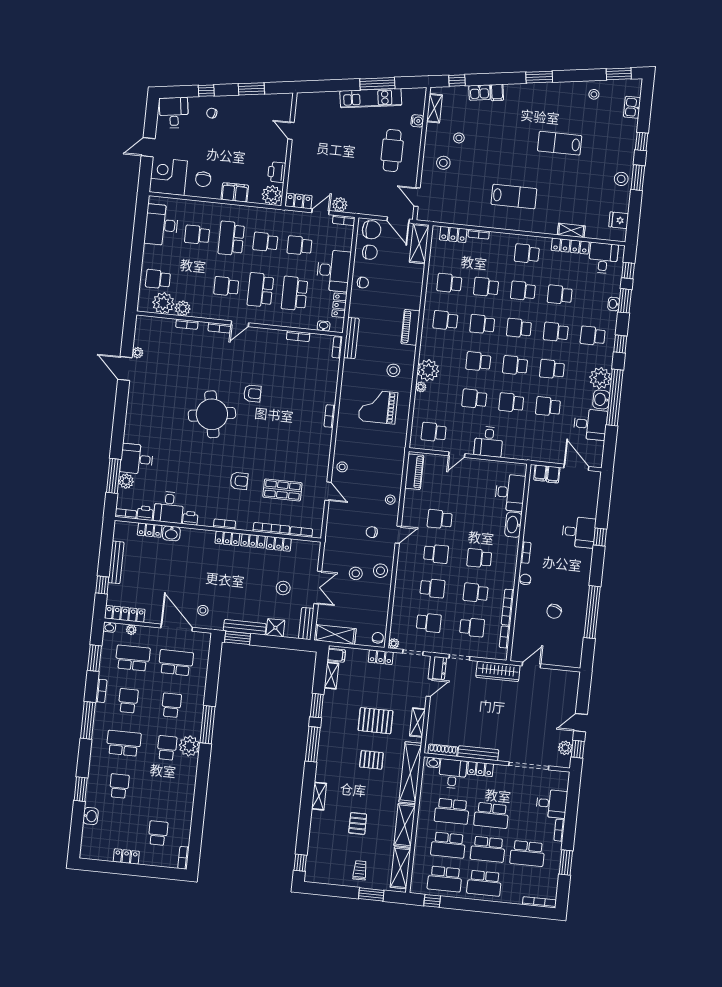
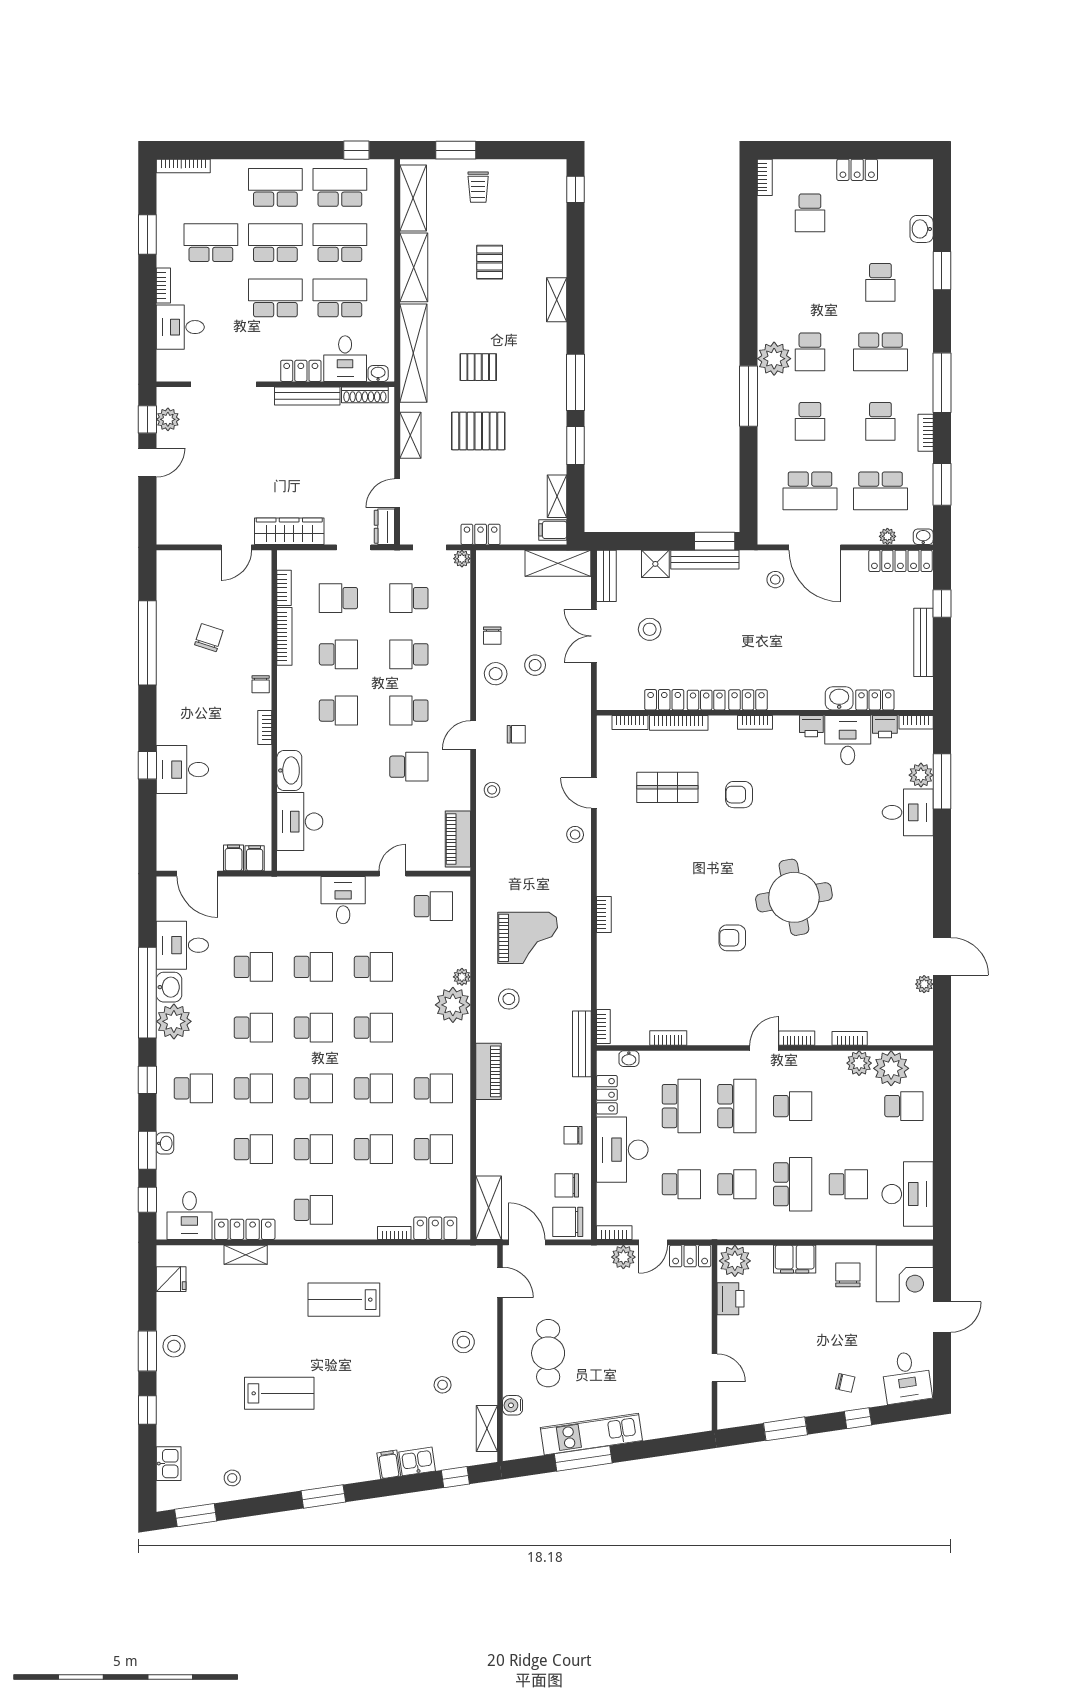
chair: (378, 638) -> (492, 636), moved

